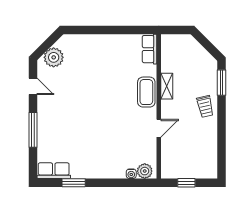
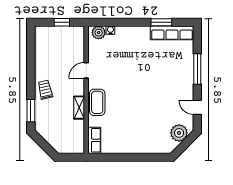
row of seats: (54, 171) -> (172, 33), width x1.48

